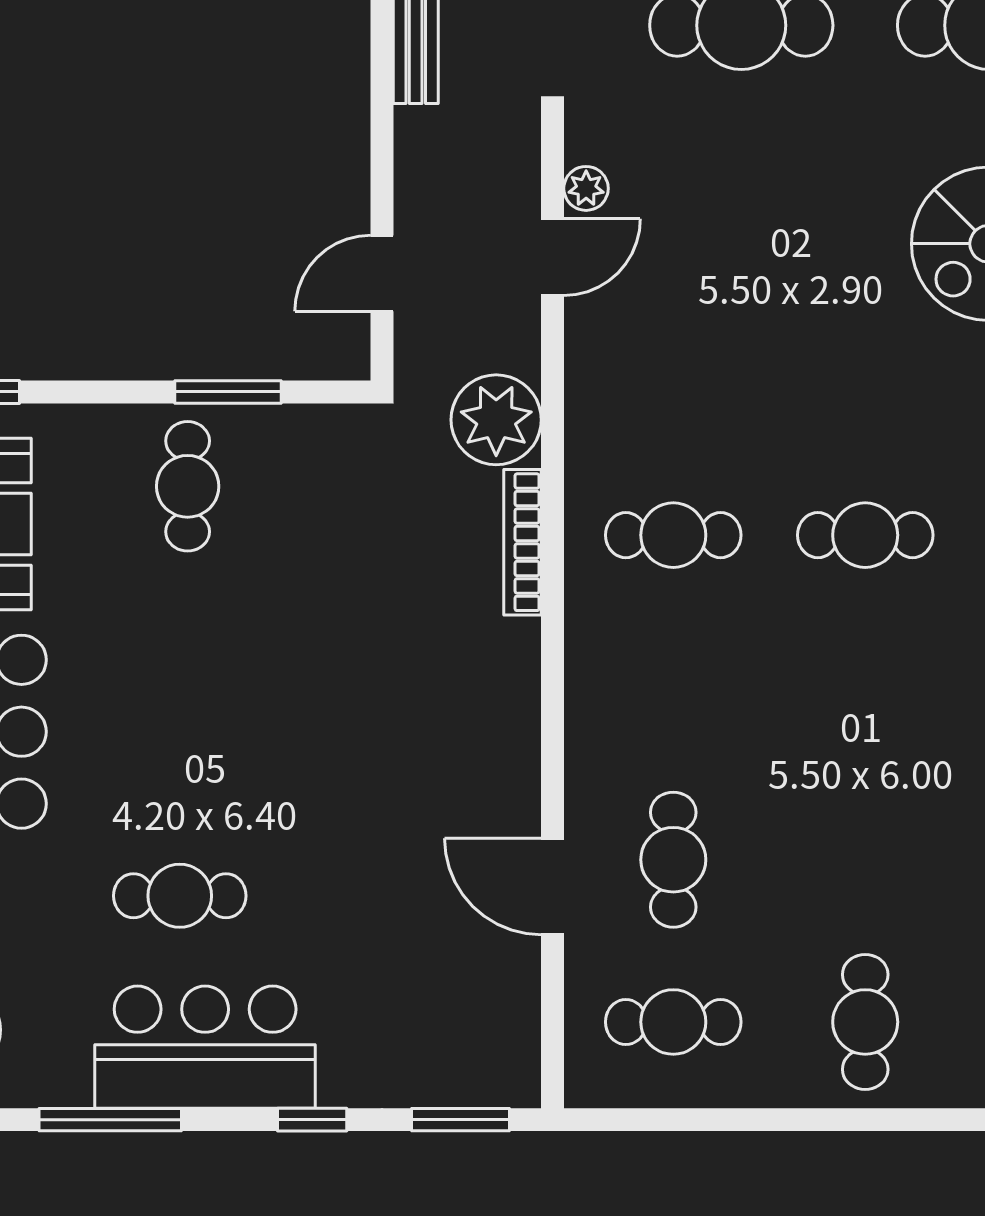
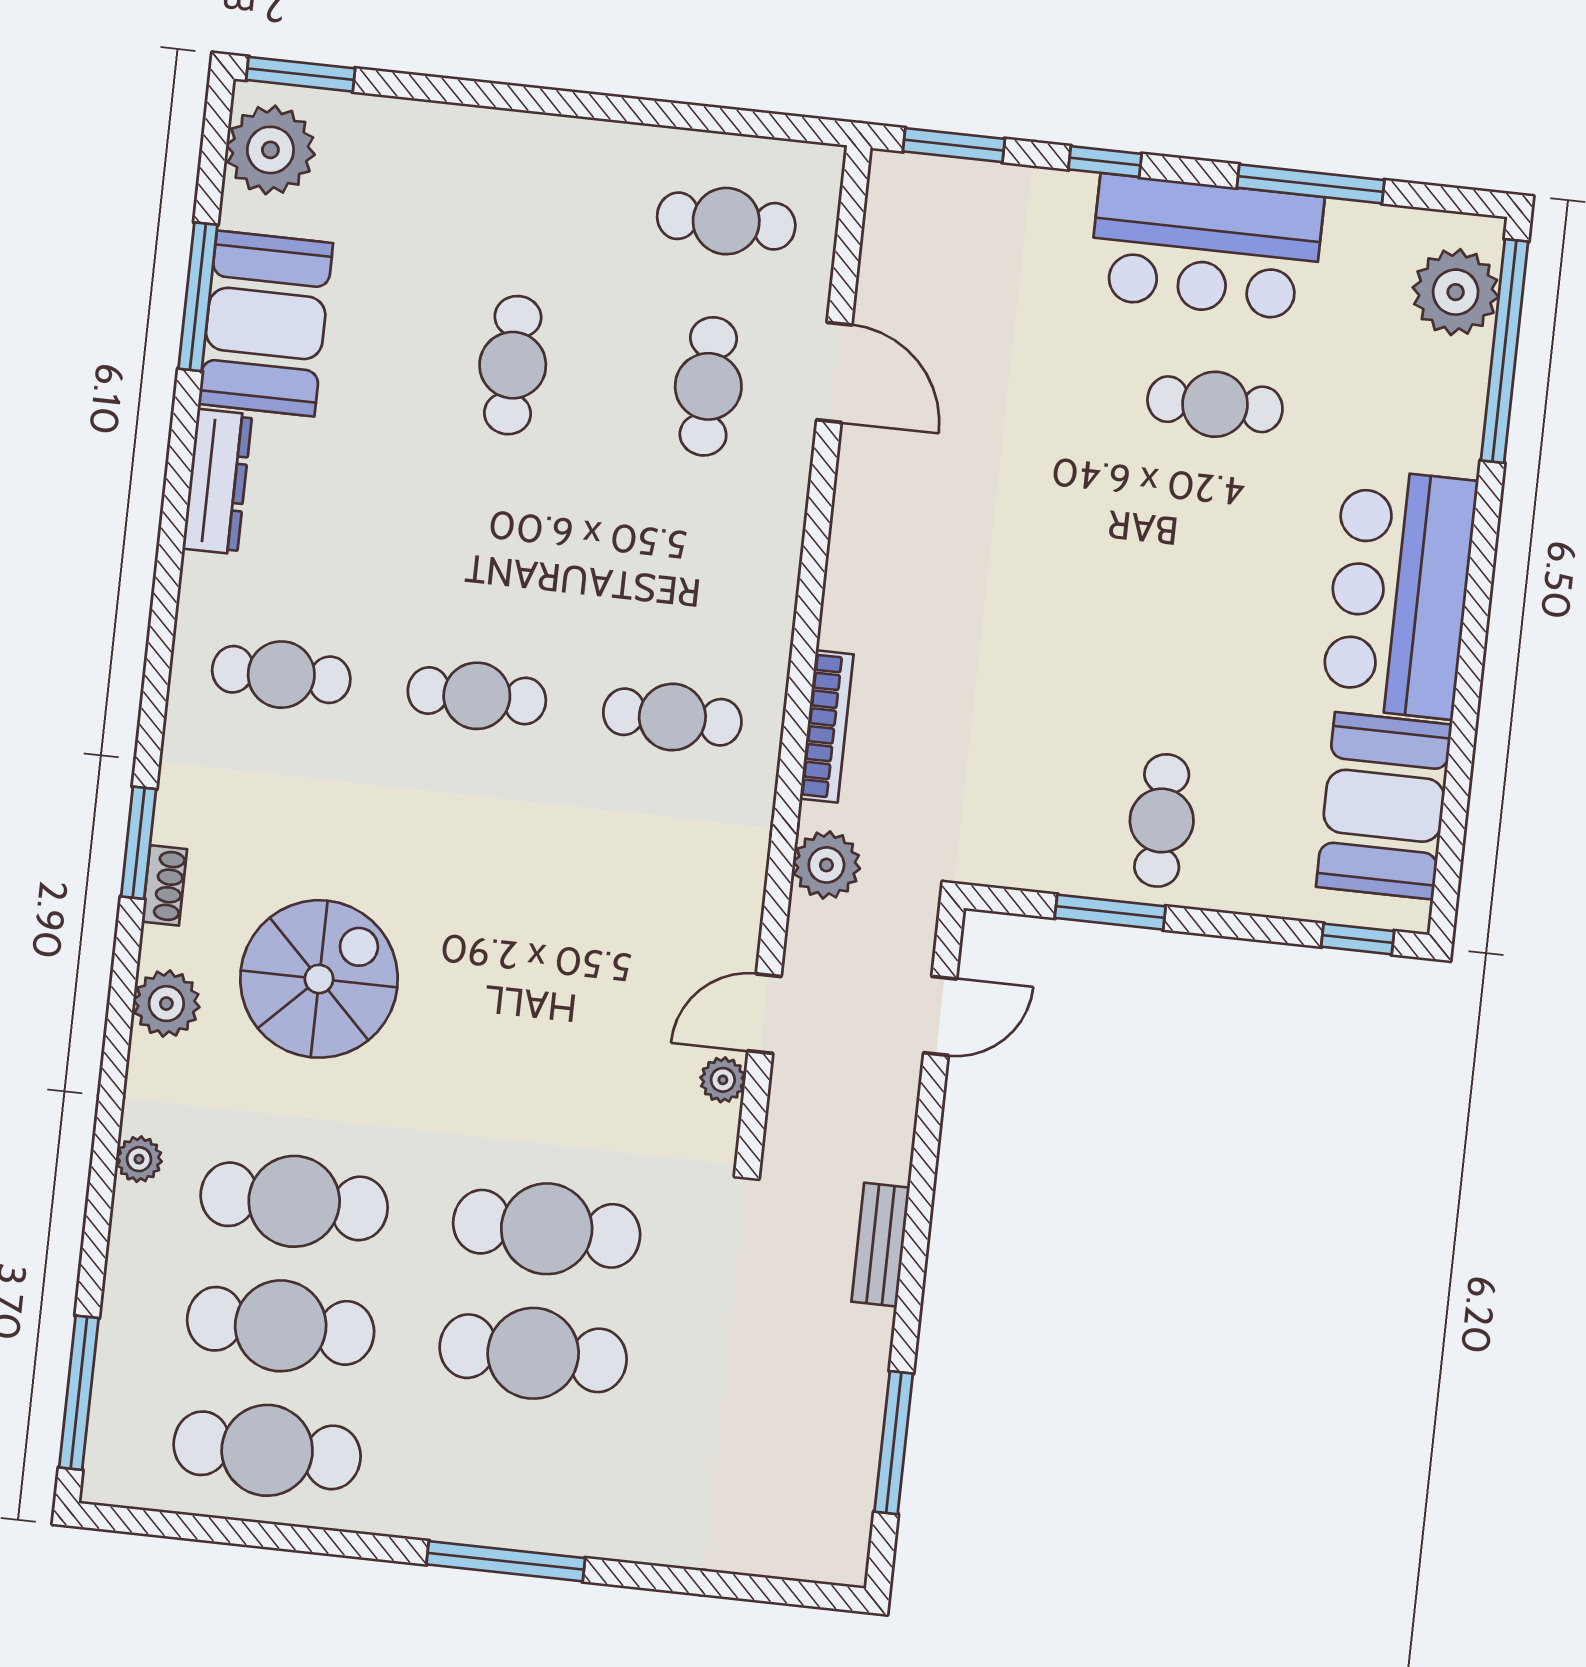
plant: (496, 420) -> (826, 865), width x0.73, depth x0.73
cafe table: (865, 1022) -> (513, 365), moved

